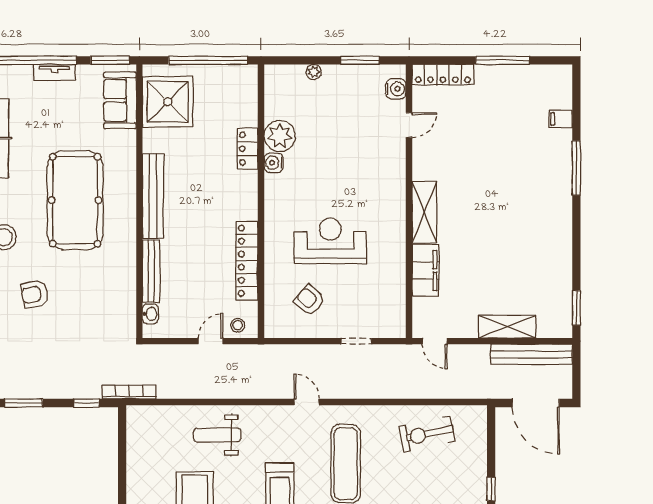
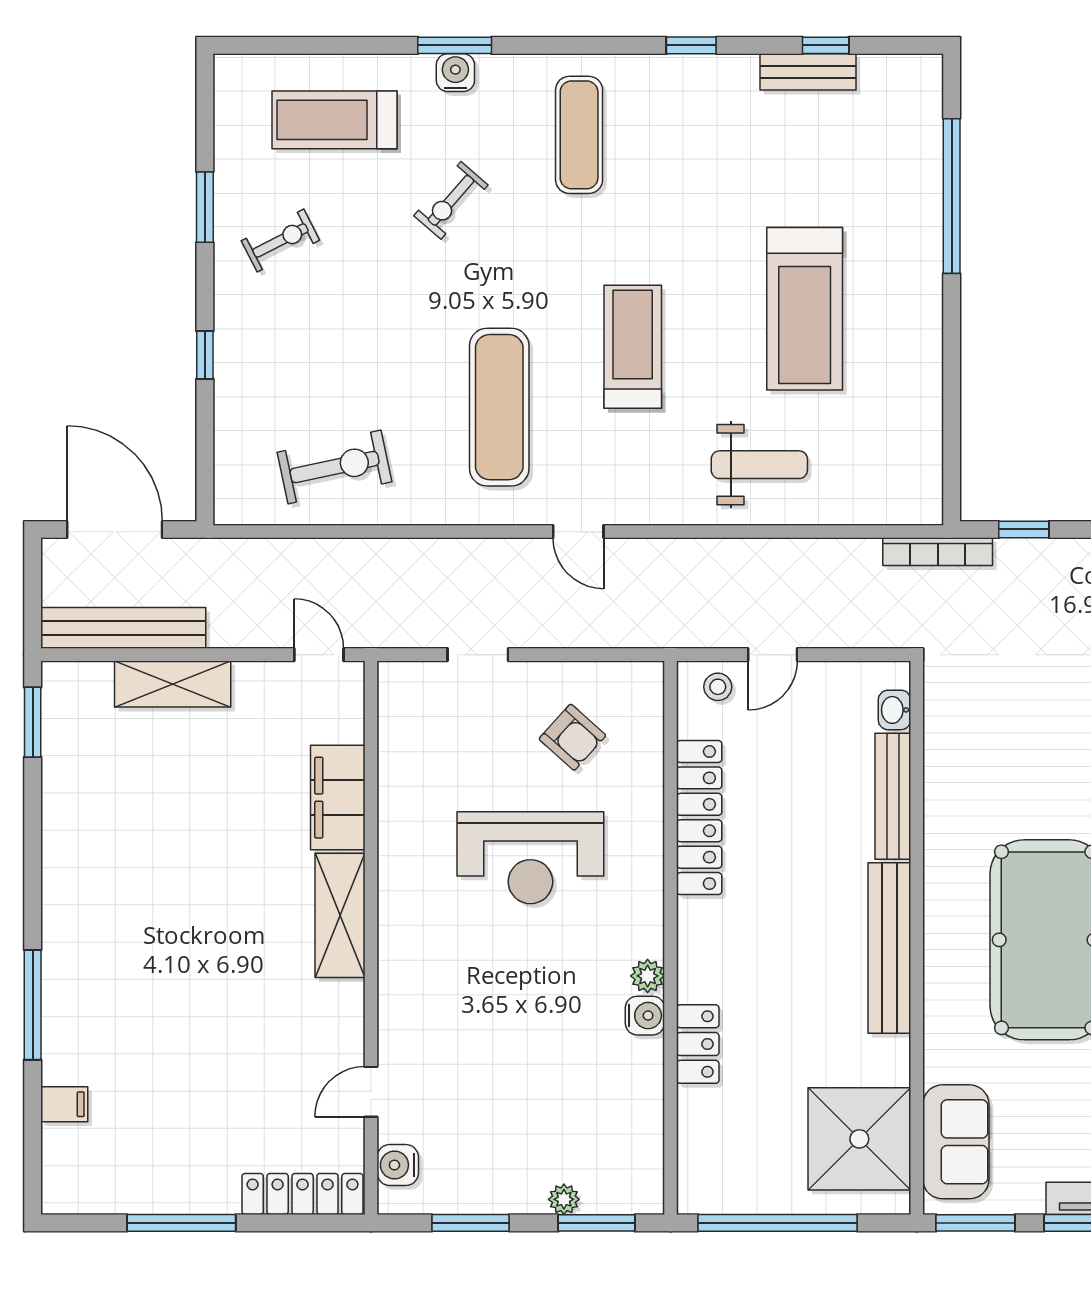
window: (298, 60) -> (596, 1223), added
plant: (280, 136) -> (648, 976), moved, width x0.53, depth x0.53

